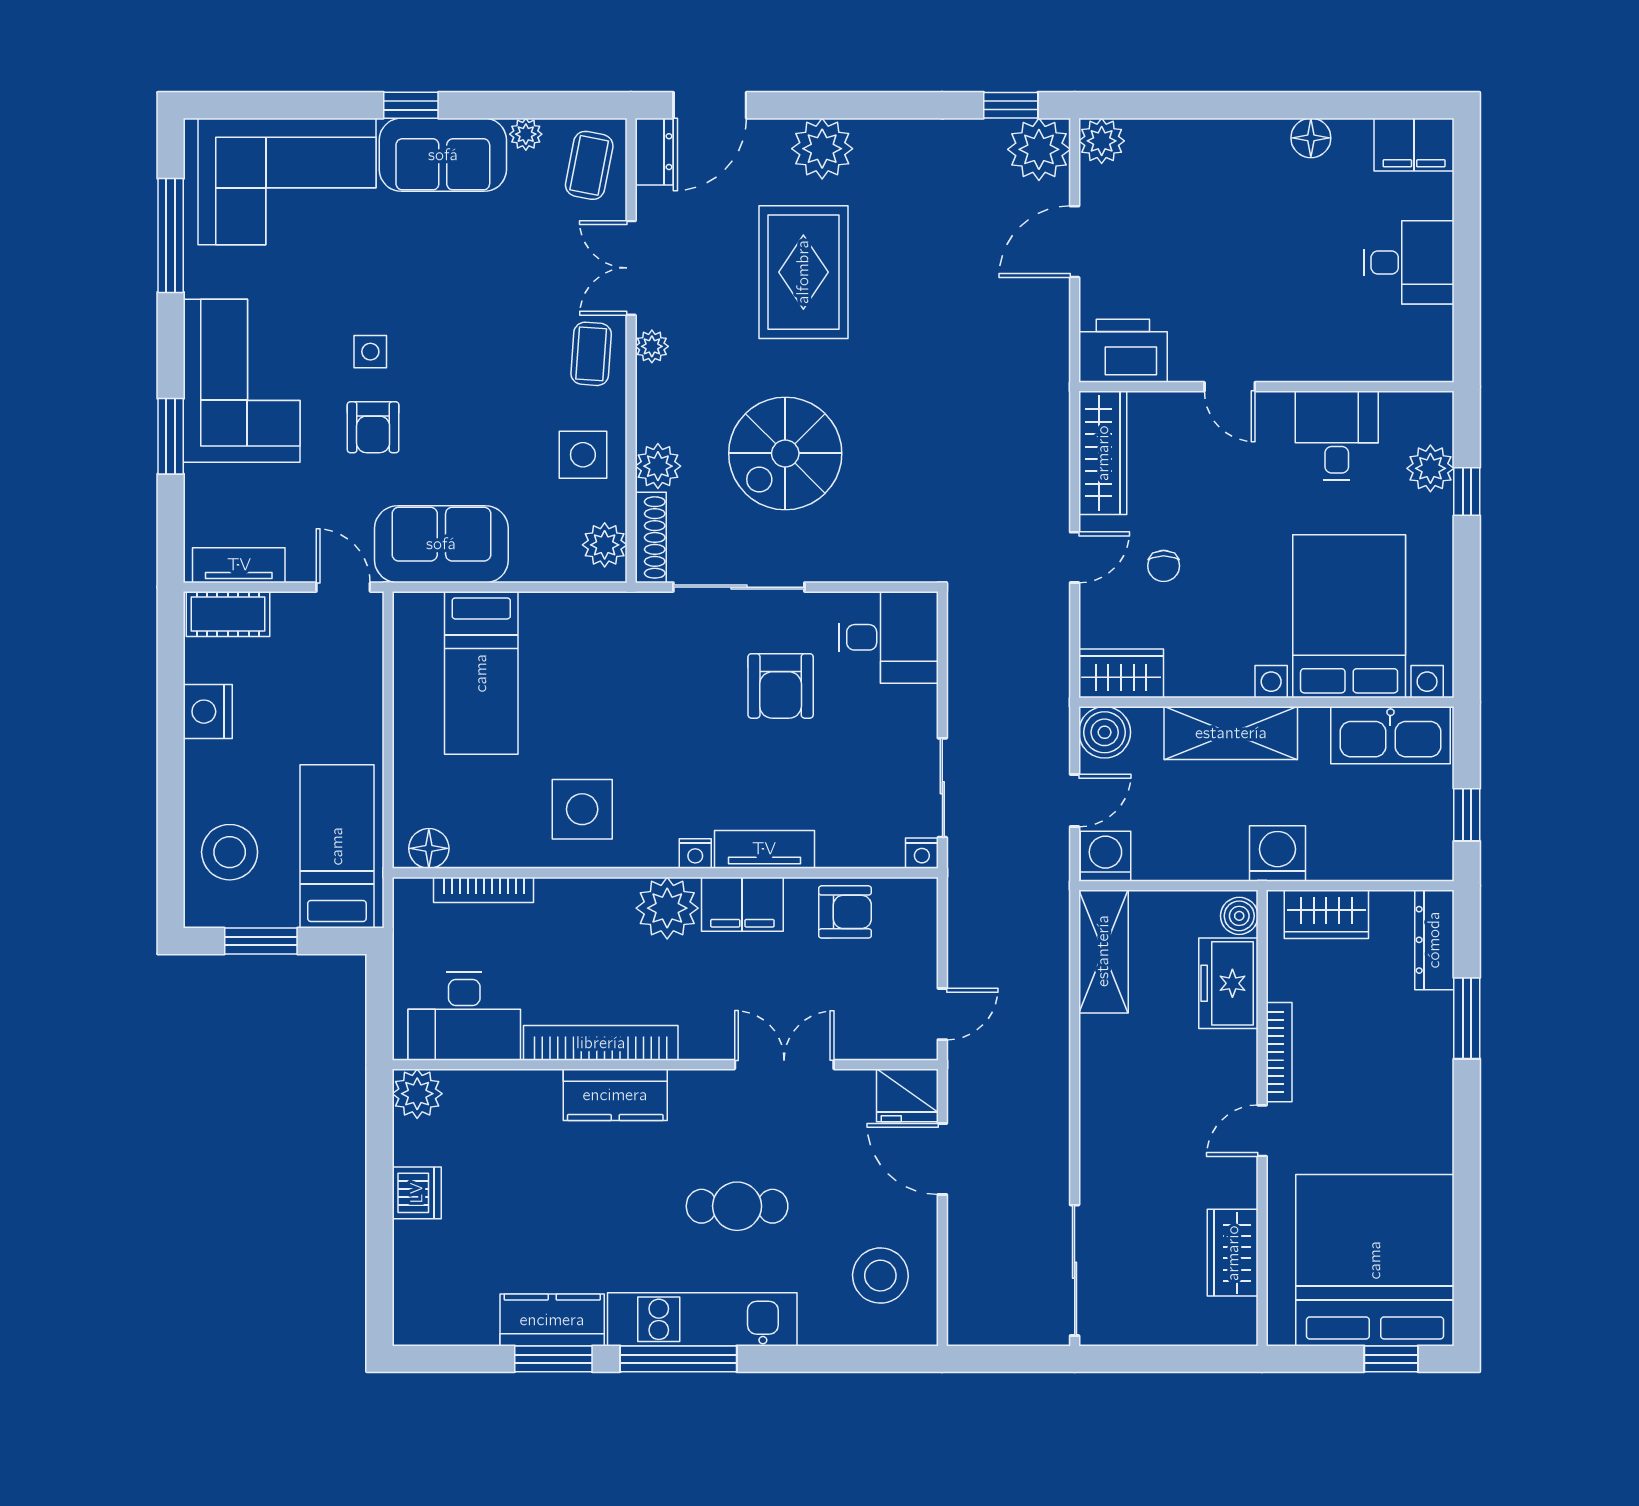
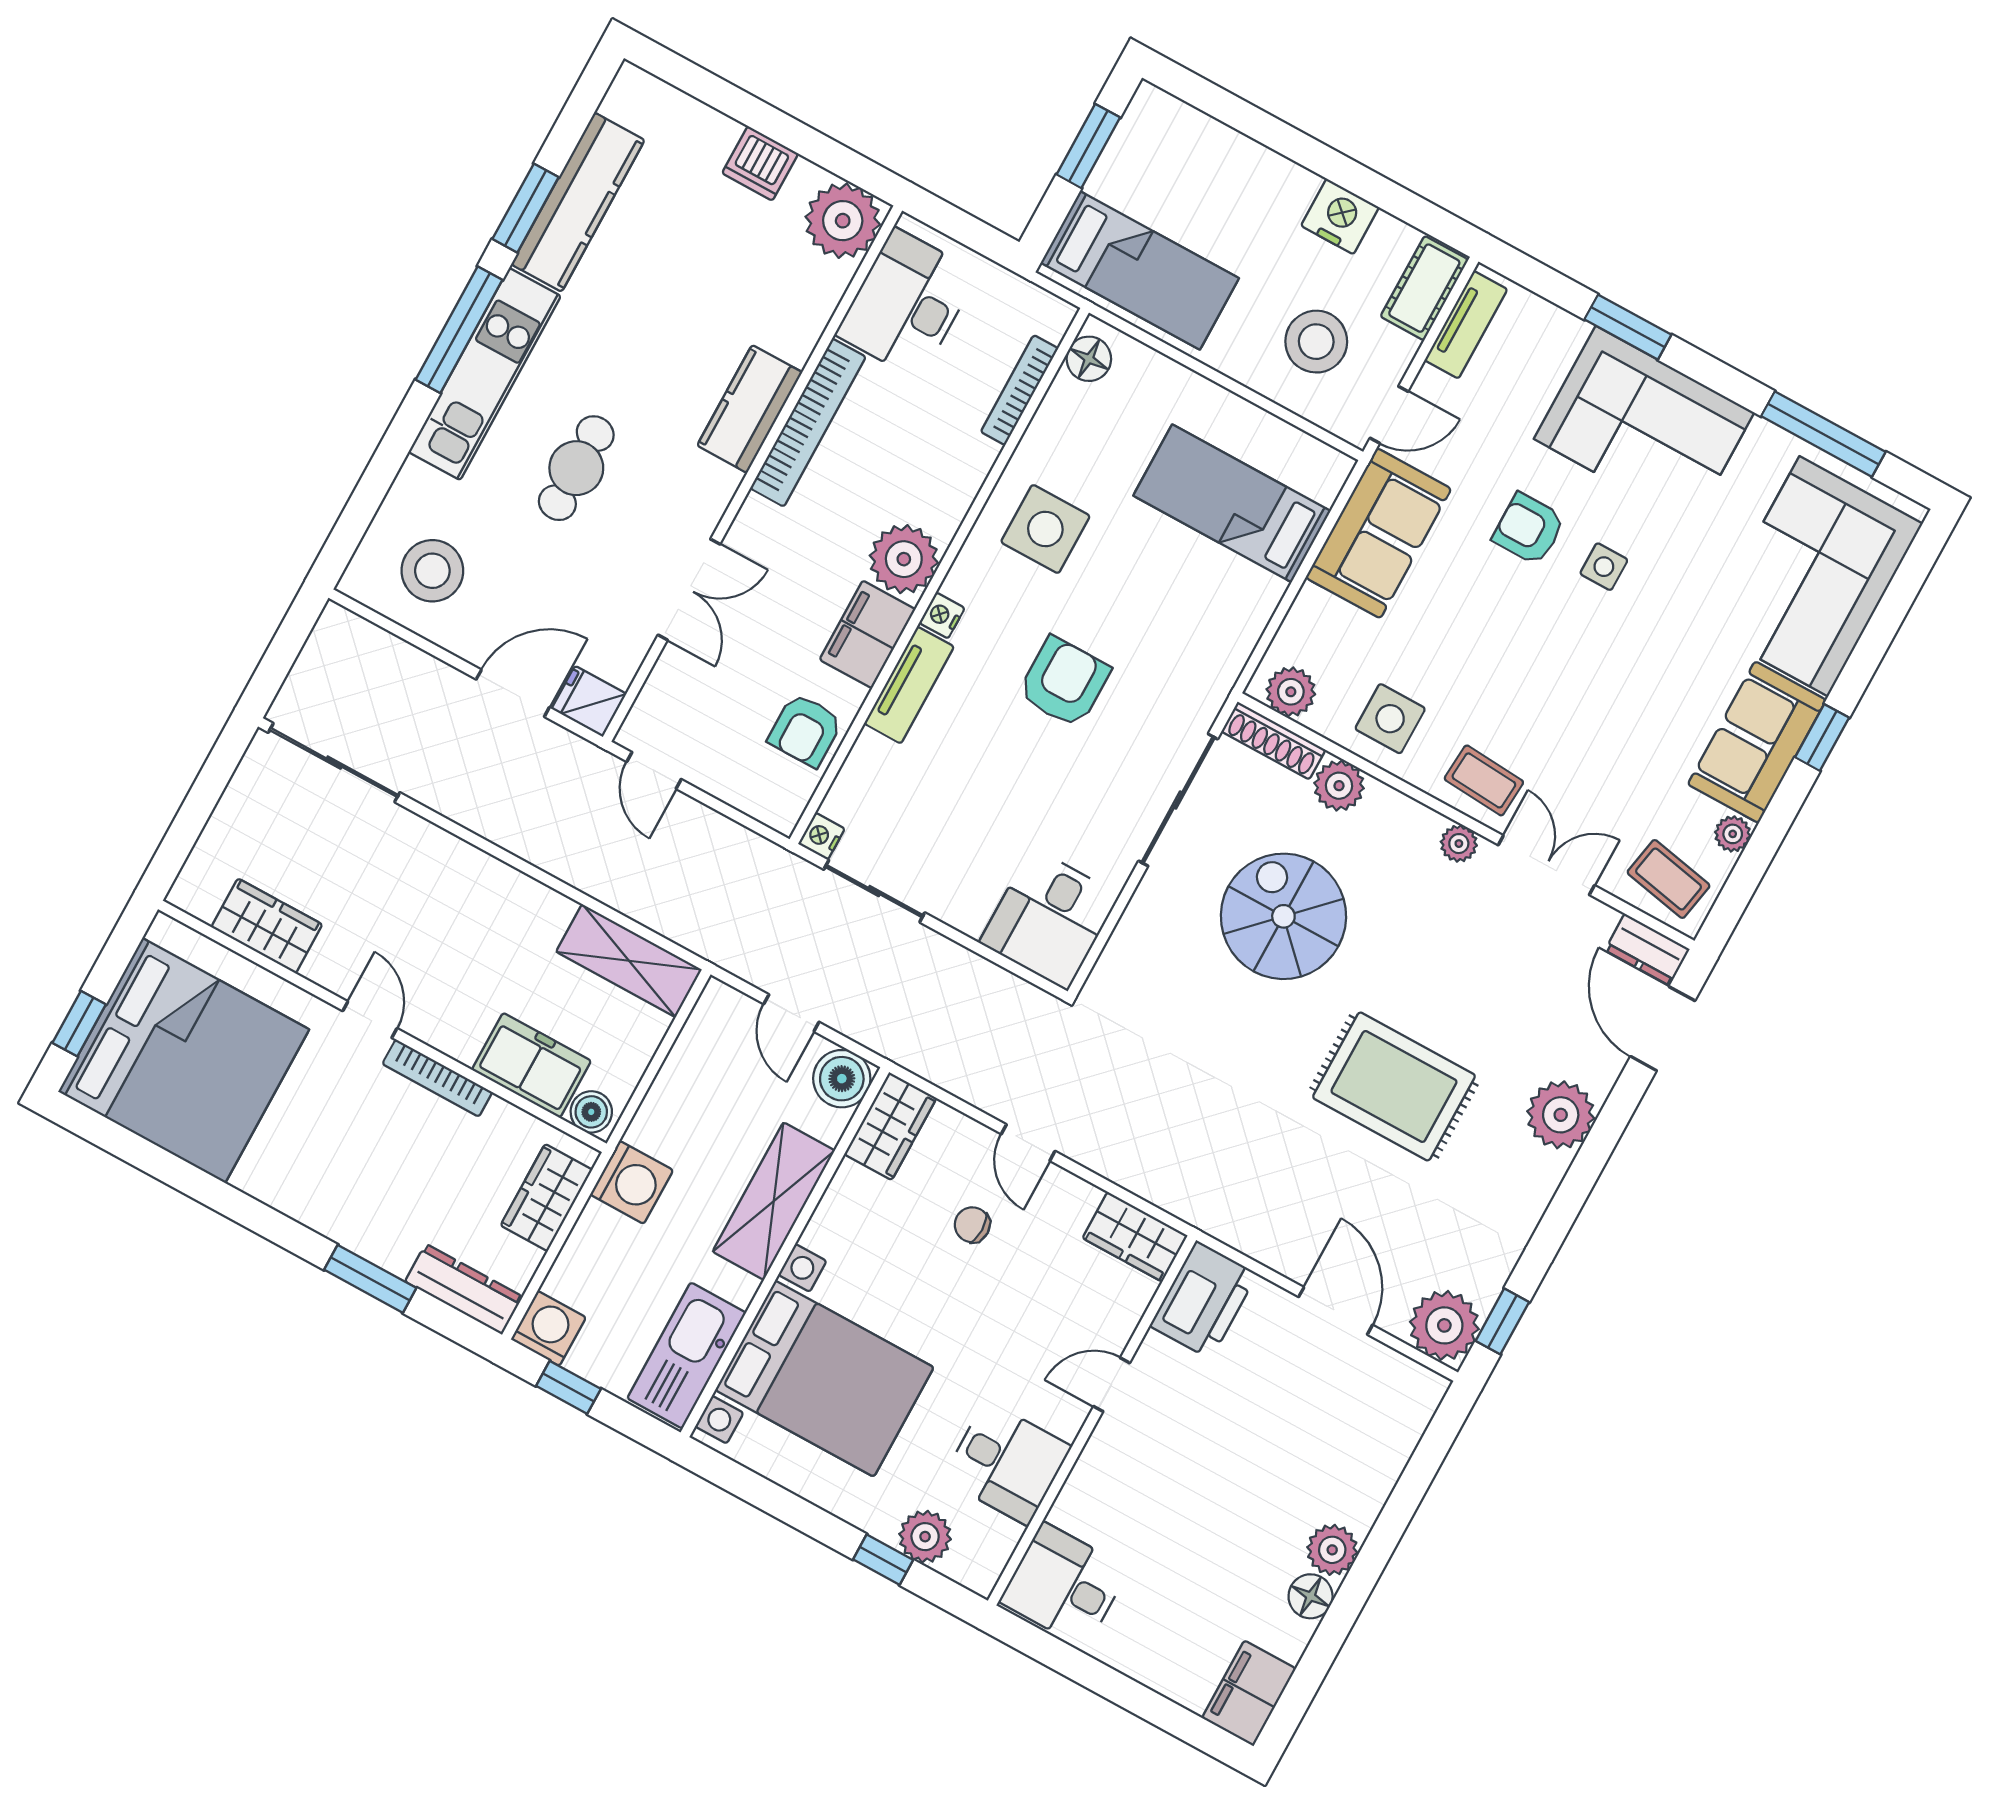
plant: (1102, 141) -> (1332, 1550), moved
desk: (1409, 262) -> (1064, 1585), moved, turned 90
rug: (803, 272) -> (1394, 1086), moved
wardrobe: (1103, 453) -> (1135, 1237), width x0.67
armchair: (781, 686) -> (1064, 682), moved, turned 90
stool: (230, 852) -> (1316, 342), moved
washing machine: (1105, 856) -> (548, 1328), moved, turned -90
plant: (417, 1094) -> (843, 221), width x1.36, depth x1.36
fridge: (907, 1095) -> (589, 701), width x0.72
kitchen counter: (552, 1320) -> (578, 202), width x1.50

